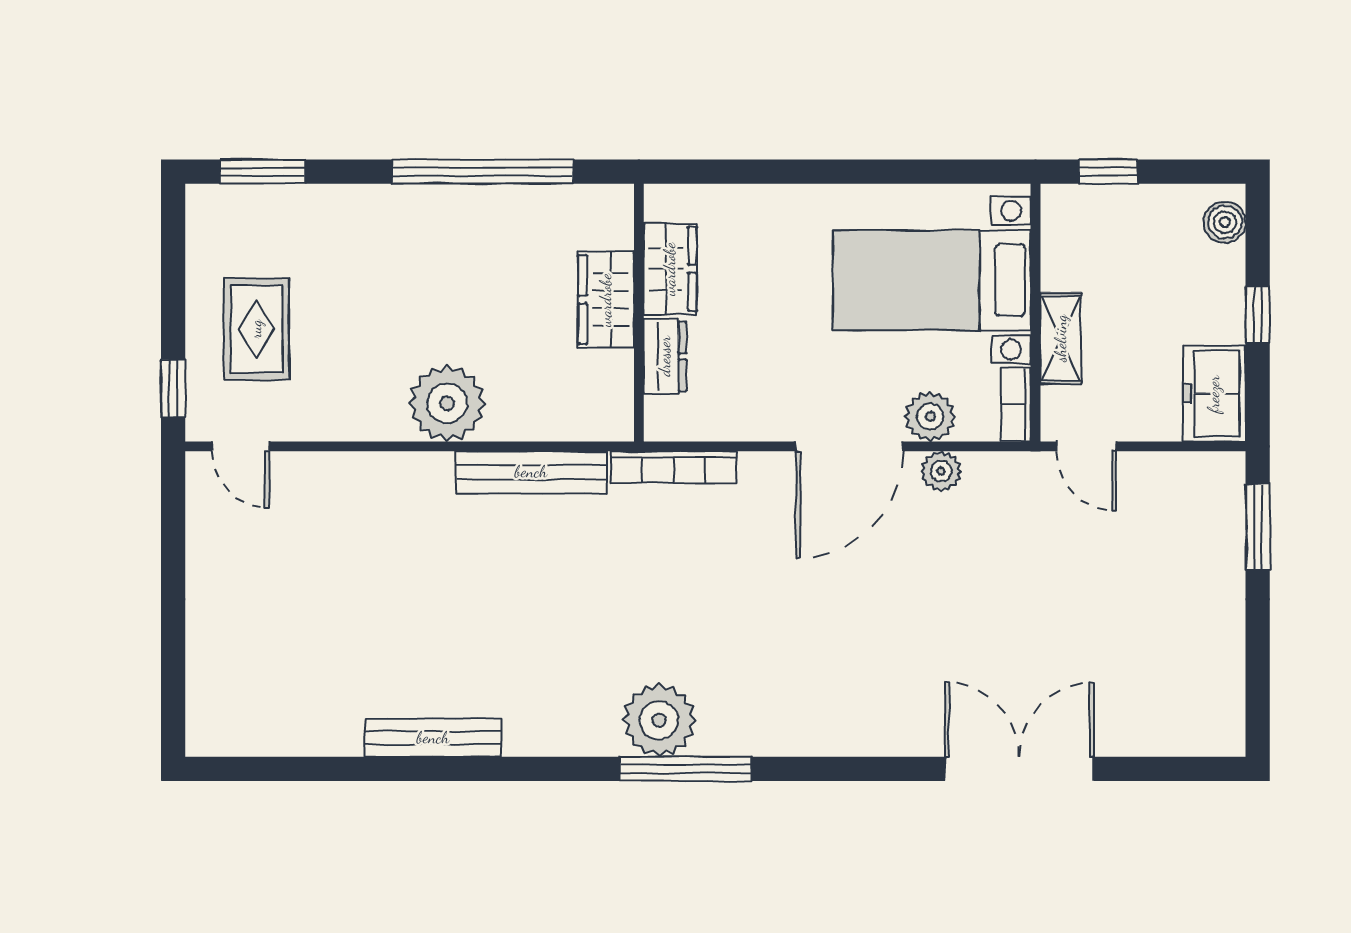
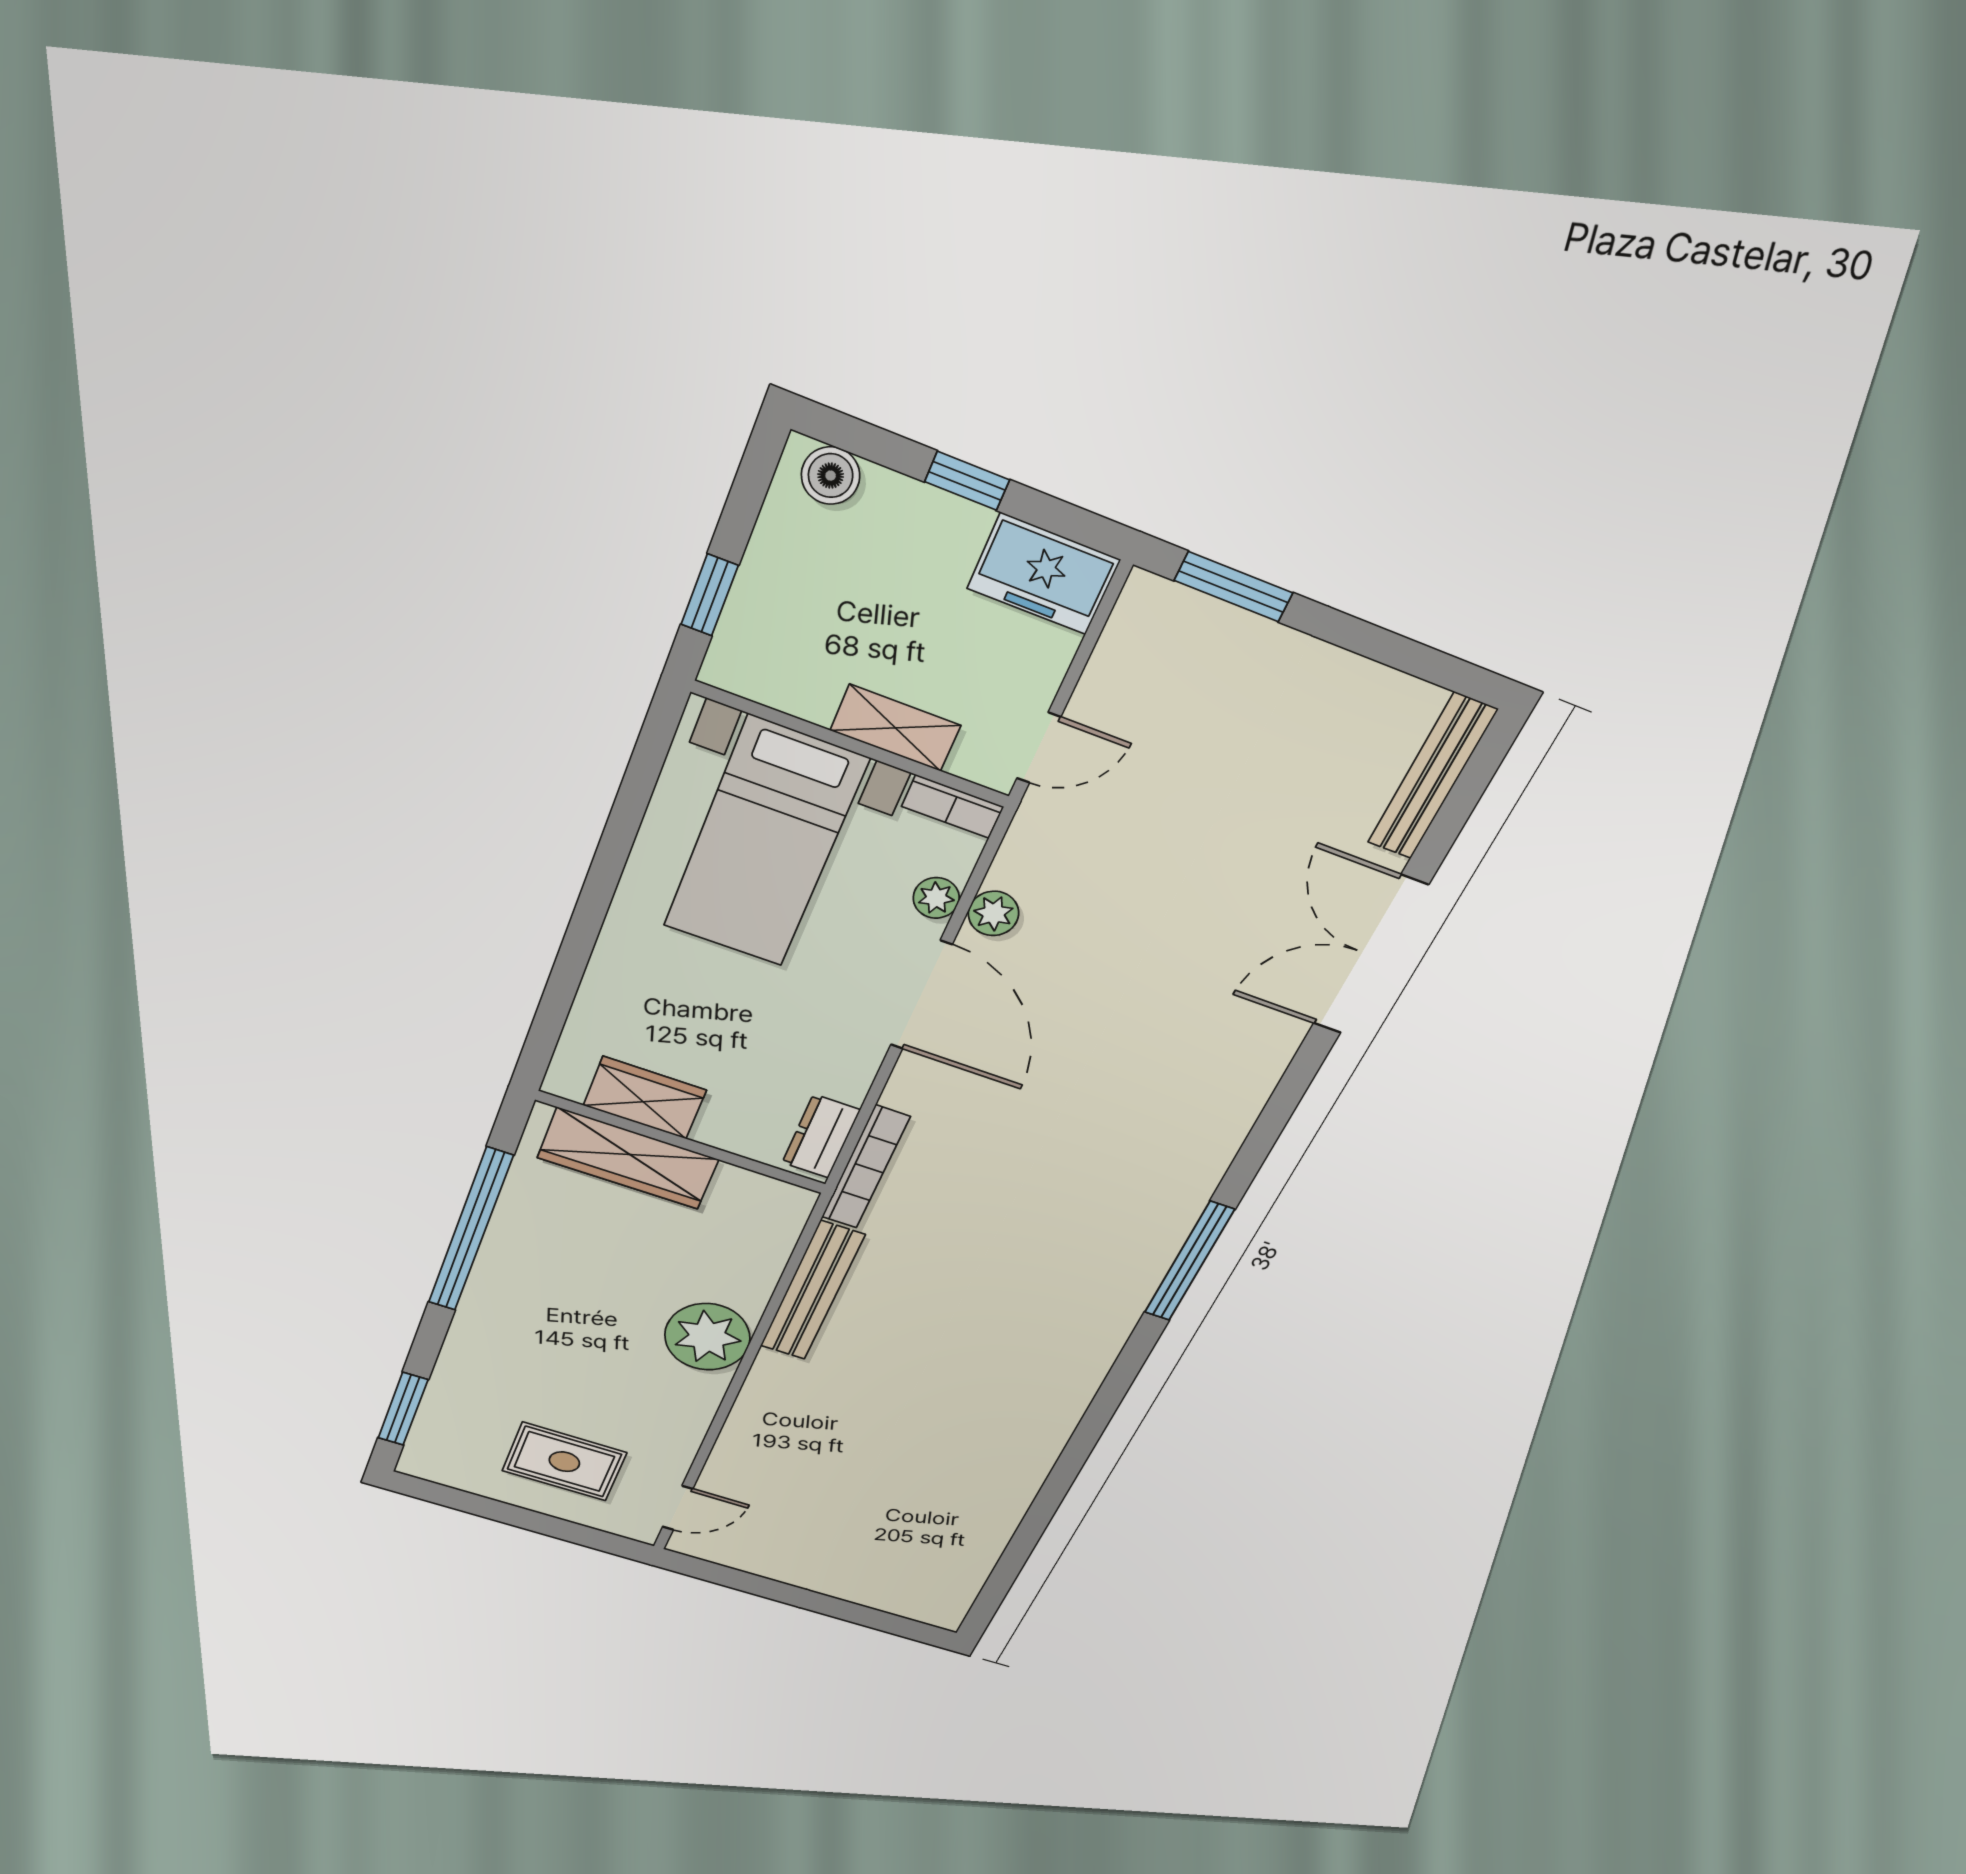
wardrobe: (606, 300) -> (628, 1159), width x1.50
dresser: (665, 356) -> (821, 1136), moved, turned -90
window: (173, 389) -> (597, 1540), removed
plant: (930, 416) -> (936, 898), width x0.73, depth x0.73
plant: (659, 720) -> (1126, 1267), removed
bench: (433, 738) -> (1432, 776), moved

